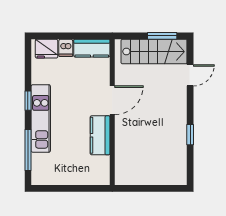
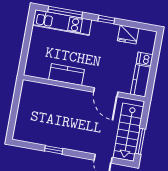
fridge: (47, 49) -> (128, 34), moved, turned -90
door: (112, 100) -> (106, 92), moved
kitchen unit: (41, 118) -> (62, 23), moved

